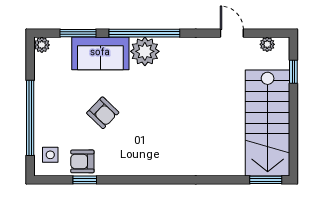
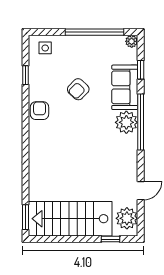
window: (78, 33) -> (141, 70), width x0.67
plant: (267, 44) -> (127, 218), width x1.88, depth x1.88
window: (30, 118) -> (94, 32), moved
armchair: (82, 161) -> (40, 111), moved

